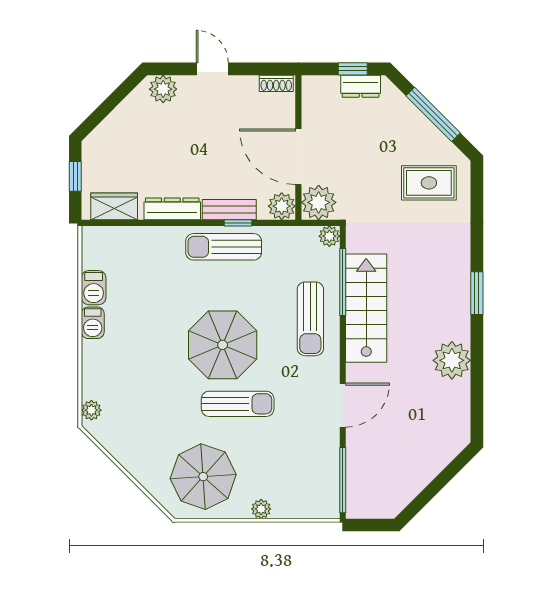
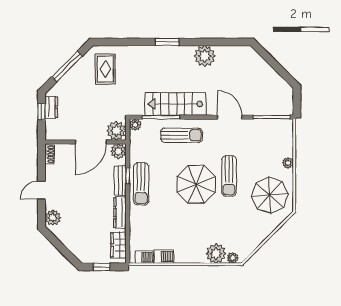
barbecue: (93, 323) -> (144, 257), moved
plant: (99, 381) -> (216, 254), added
sun lounger: (238, 404) -> (229, 176), turned 180

